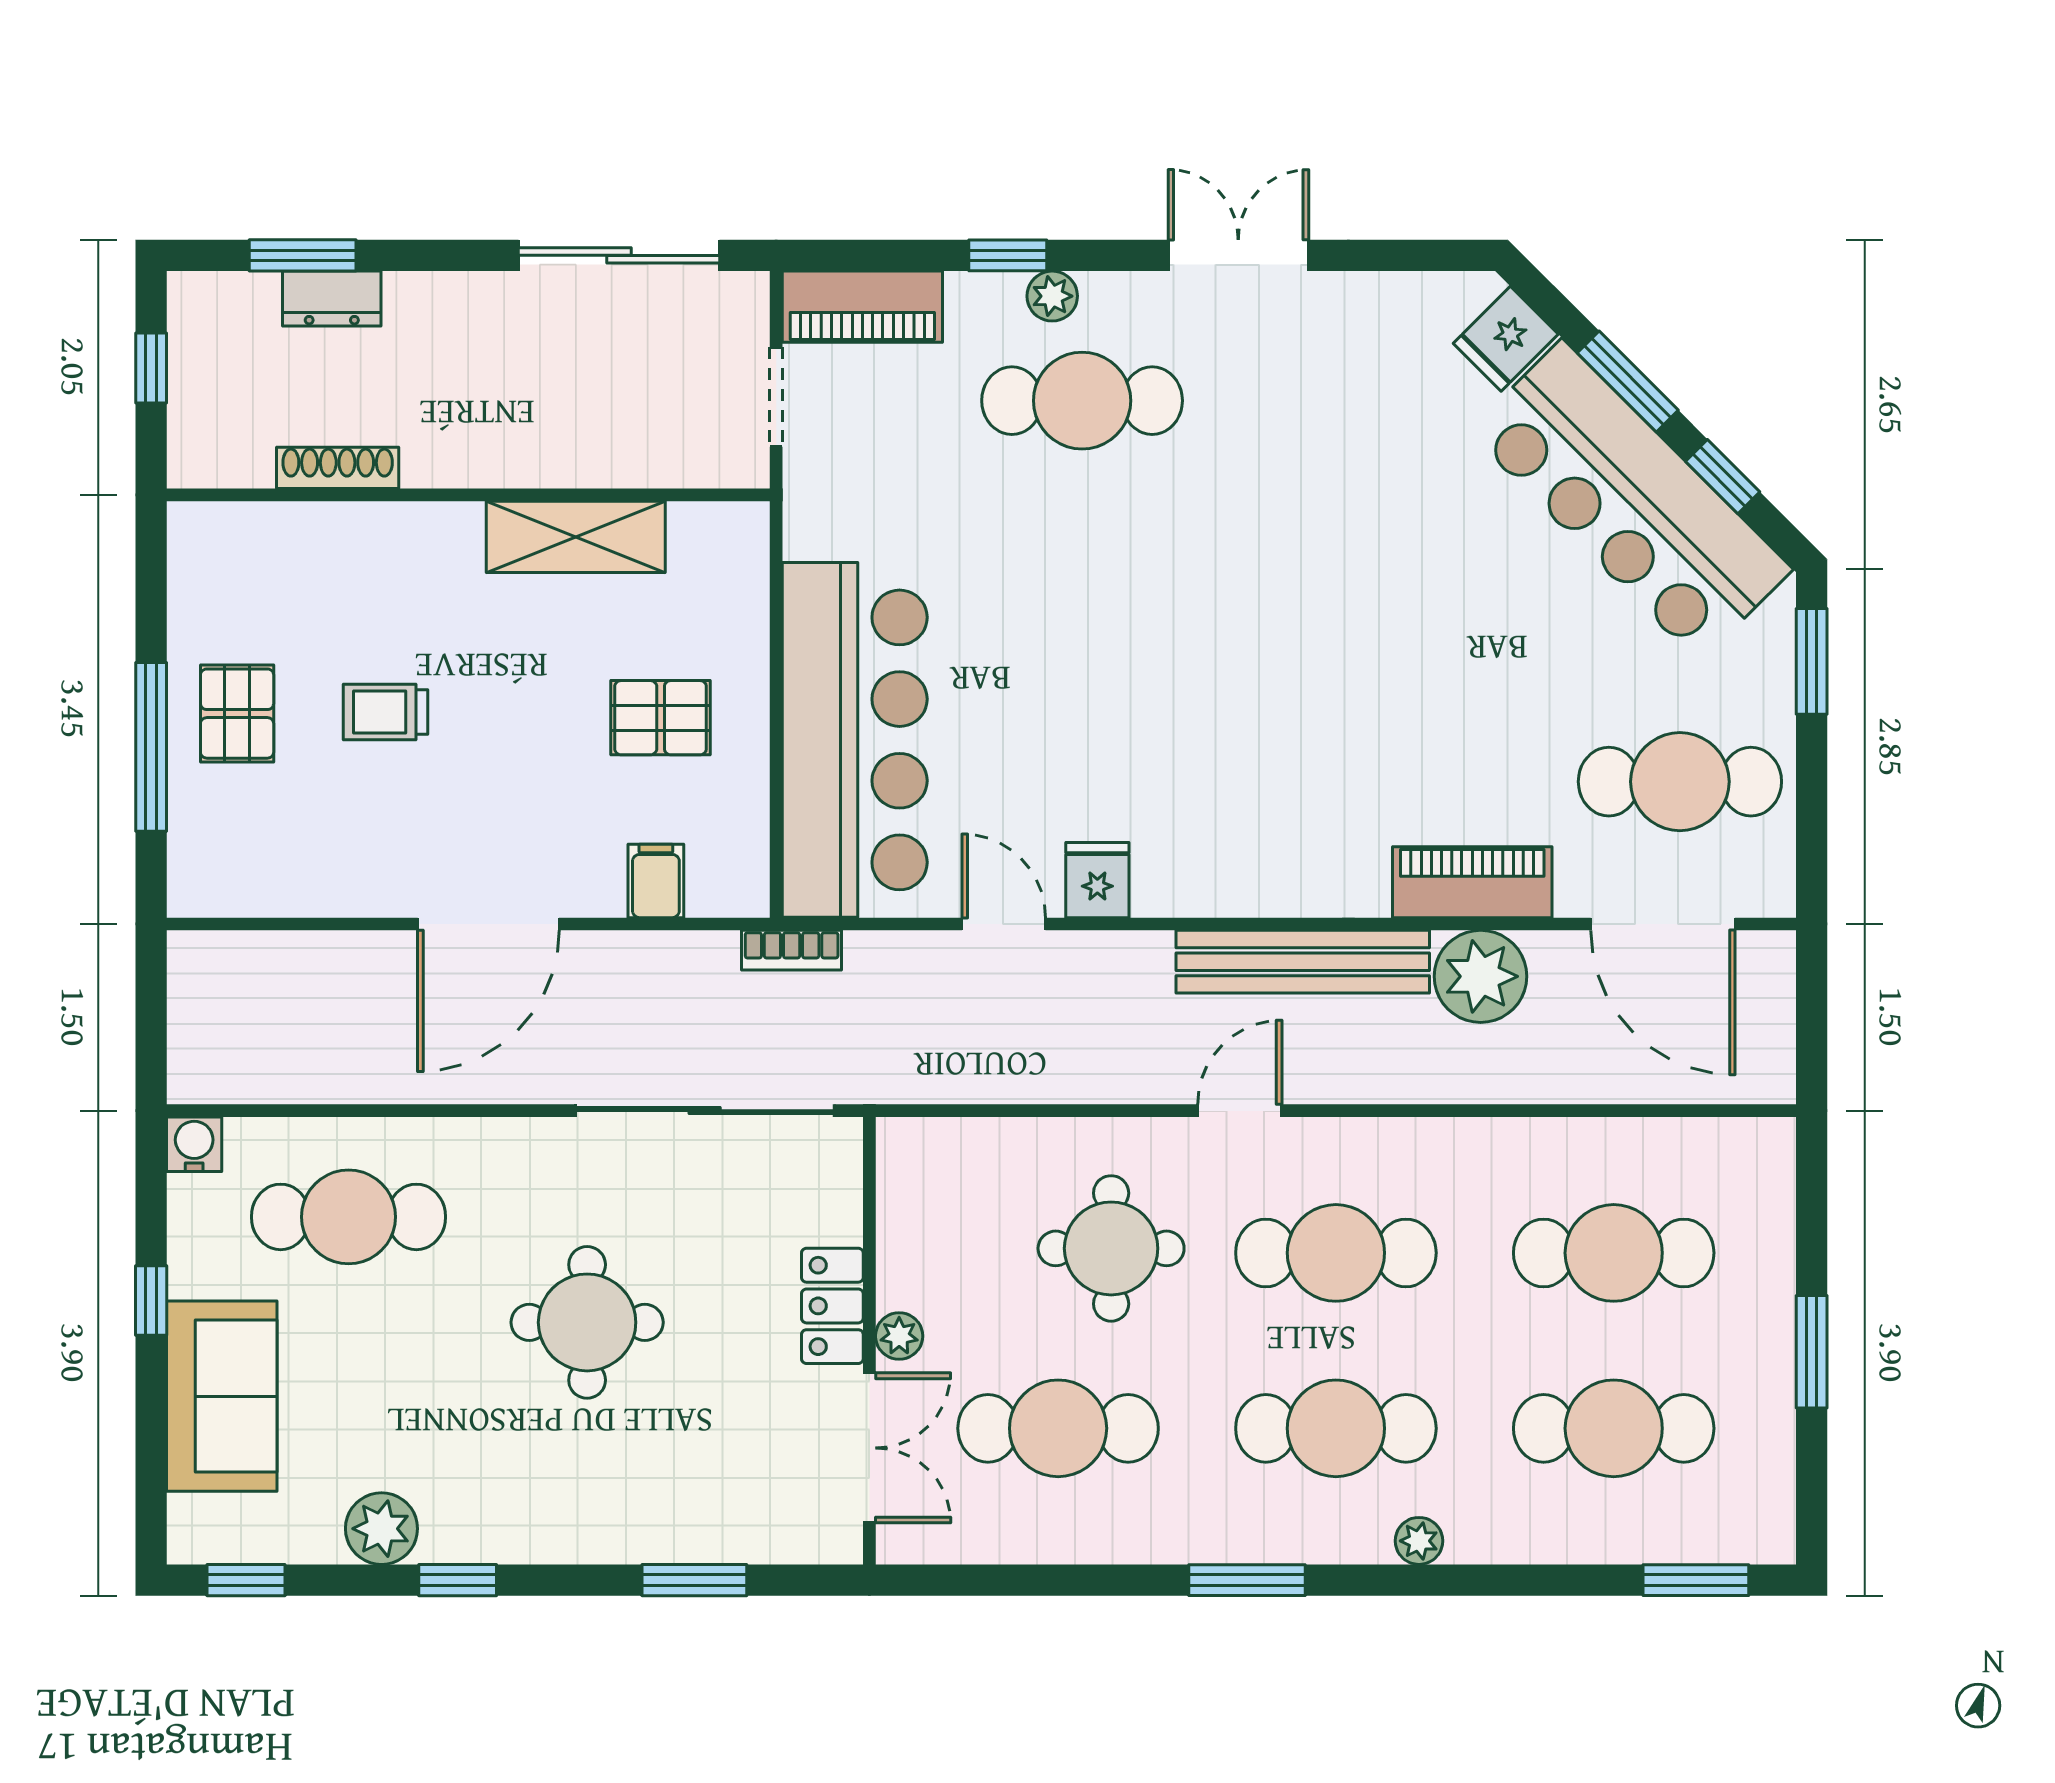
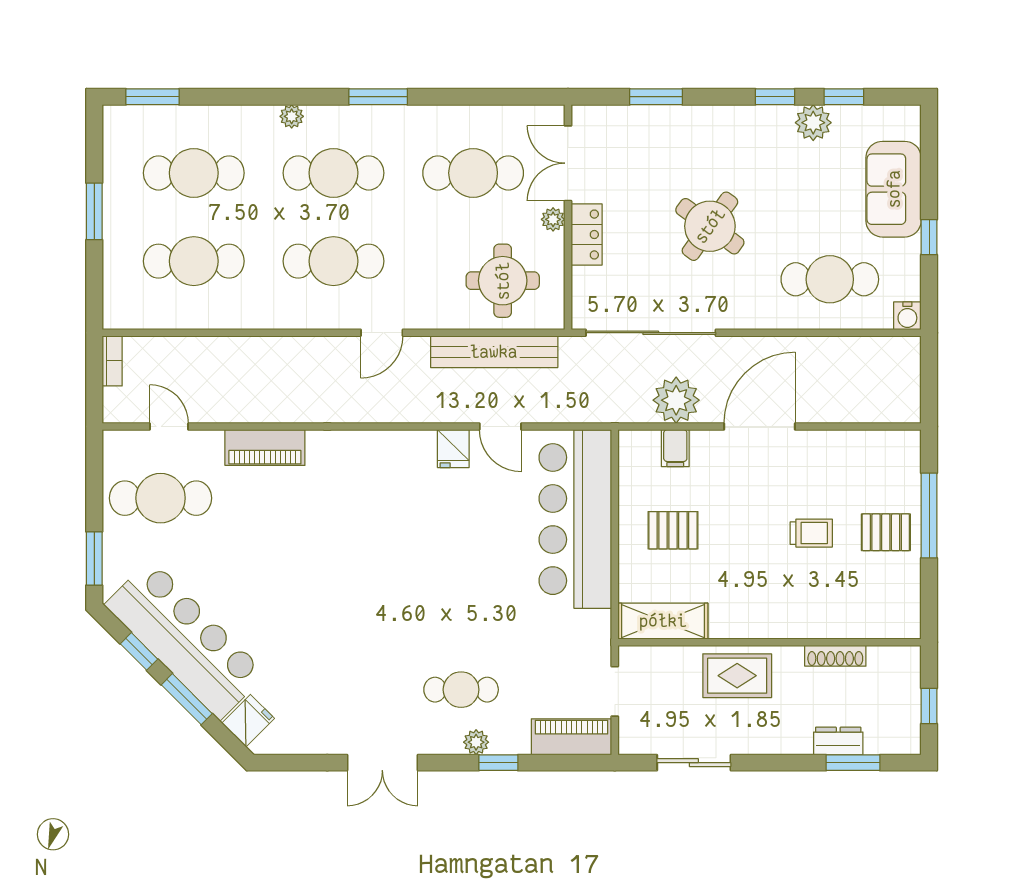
sliding door: (619, 255) -> (694, 763), width x0.73
cafe table: (1082, 401) -> (461, 690), width x0.73, depth x0.74
rug: (533, 428) -> (737, 676), added
shelving: (576, 537) -> (663, 621), moved
pallet: (237, 714) -> (886, 532), turned 90
door: (1663, 924) -> (169, 427), width x0.53
bookcase: (792, 950) -> (112, 361), moved, turned 90
bench: (1303, 962) -> (494, 352), moved
plant: (1481, 976) -> (676, 400), moved
round table: (1111, 1248) -> (503, 281), moved
round table: (587, 1322) -> (710, 226), turned 36
window: (246, 1580) -> (844, 97), moved

